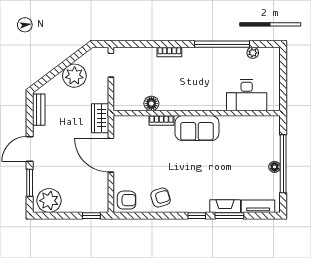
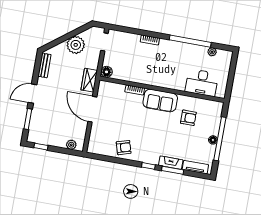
floor lamp: (151, 103) -> (106, 72), moved
armchair: (127, 200) -> (188, 118), moved
plant: (49, 201) -> (71, 145), moved, width x0.53, depth x0.53
window: (91, 216) -> (41, 147), moved

